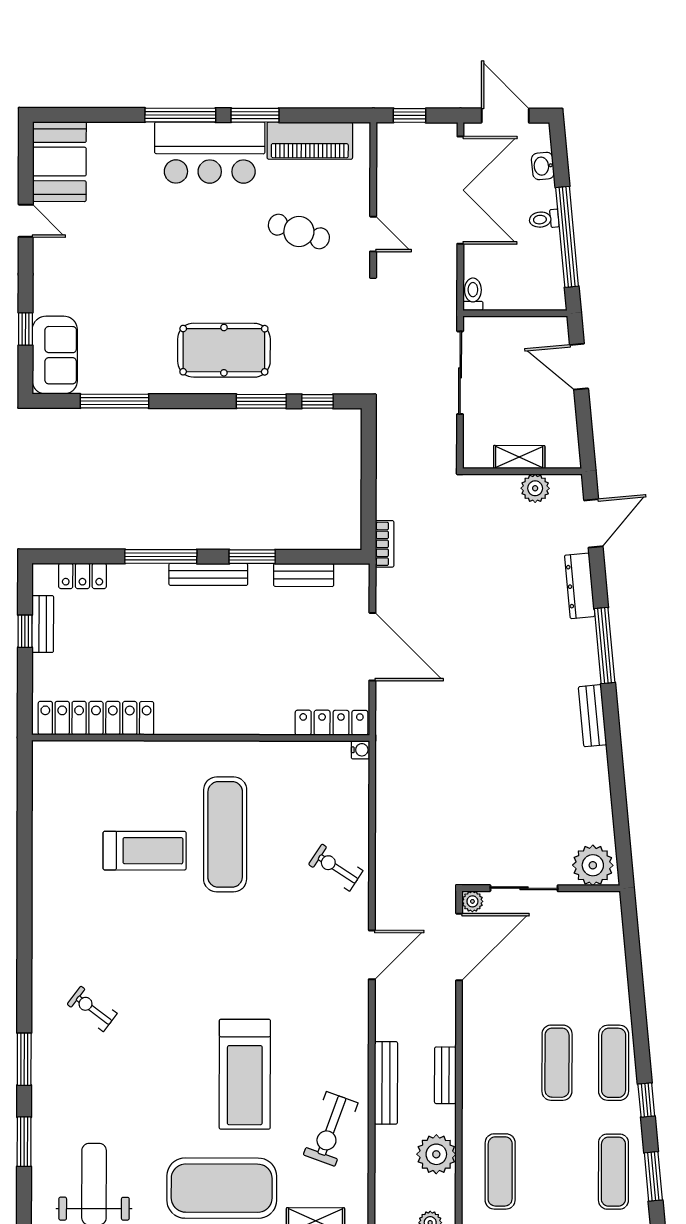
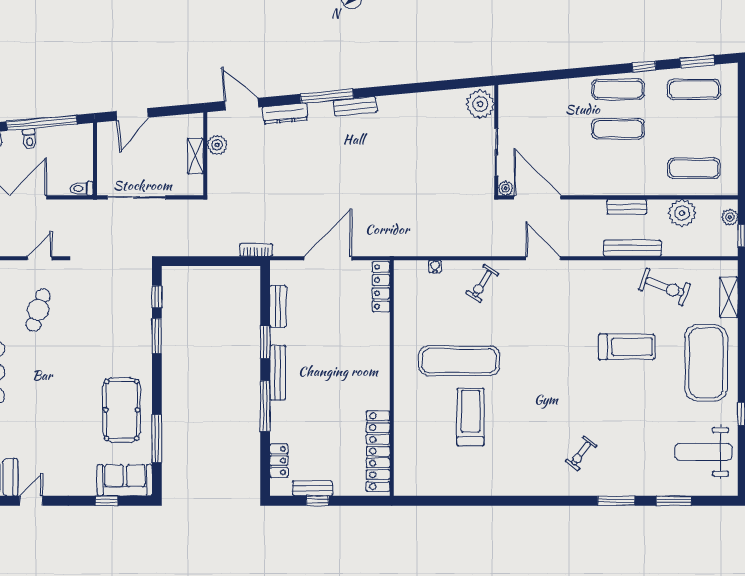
pool table: (224, 350) -> (122, 410), moved
bench: (593, 716) -> (355, 106), moved
water cooler: (360, 750) -> (435, 266), moved
treadmill: (245, 1074) -> (626, 347), width x0.73, depth x0.73

